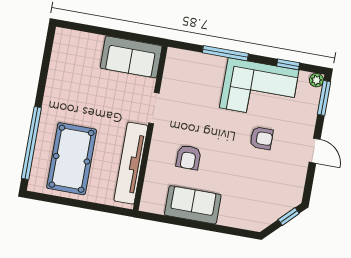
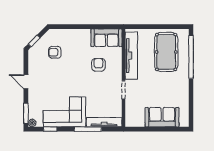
sofa: (131, 57) -> (162, 117), moved
tv unit: (196, 60) -> (104, 122), added
armchair: (261, 138) -> (55, 52), moved
sofa: (193, 205) -> (106, 38), moved

